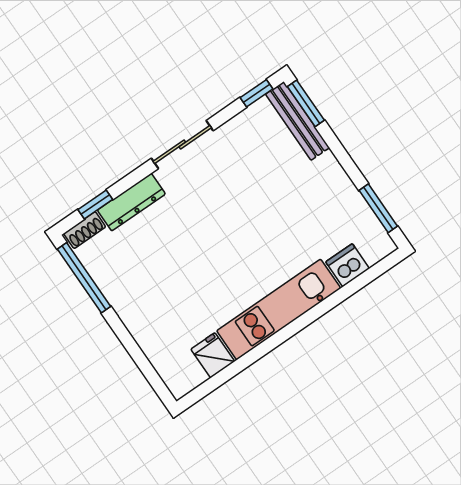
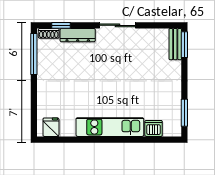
window: (256, 93) -> (166, 25), removed
bench: (297, 121) -> (175, 44), width x0.73
fridge: (213, 355) -> (51, 127), moved

